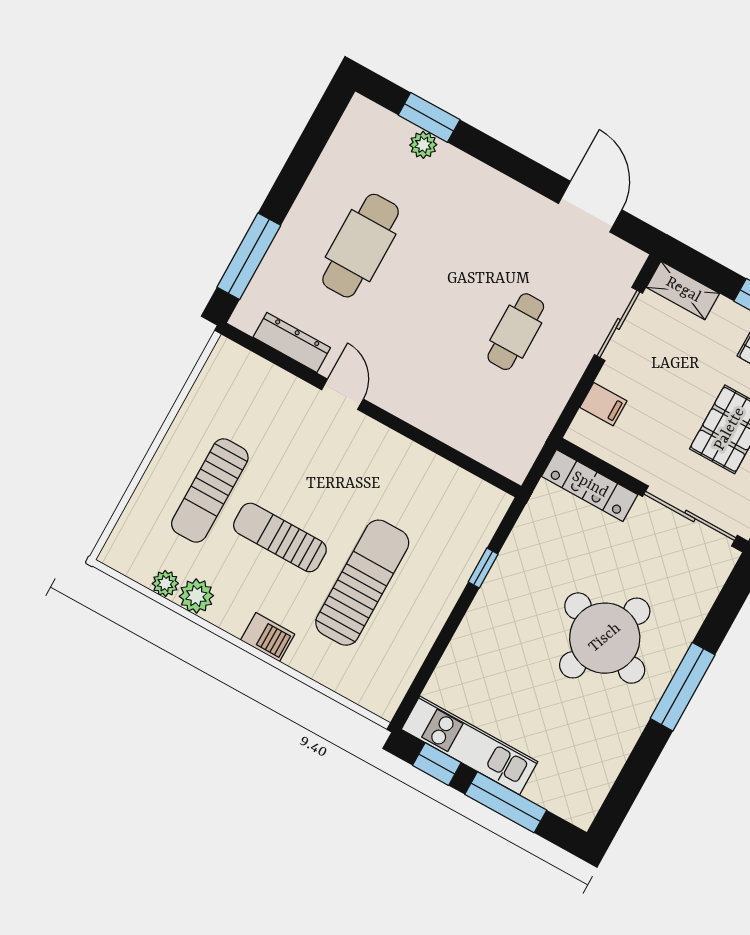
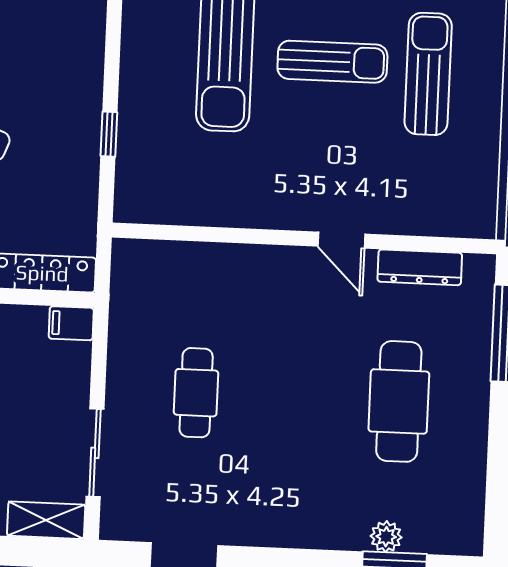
filing cabinet: (603, 404) -> (71, 323), moved

